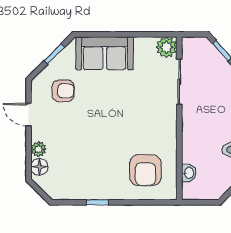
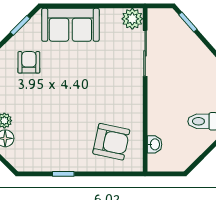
armchair: (63, 91) -> (29, 62), turned -90
armchair: (145, 170) -> (111, 142), turned -78

